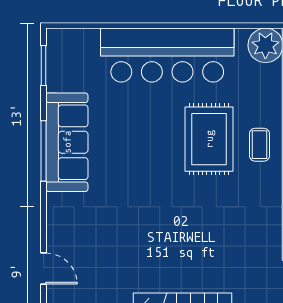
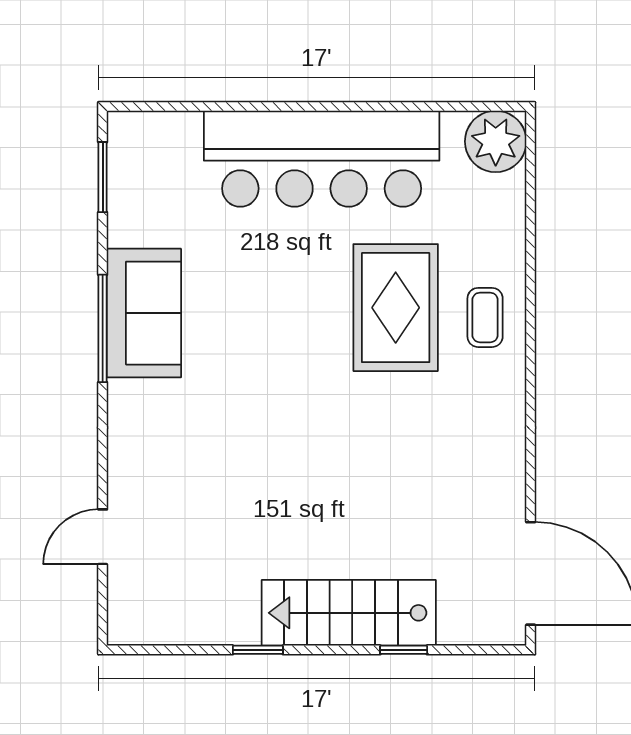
sofa: (67, 142) -> (144, 313), width x0.73
door: (44, 269) -> (103, 537), swing flipped

